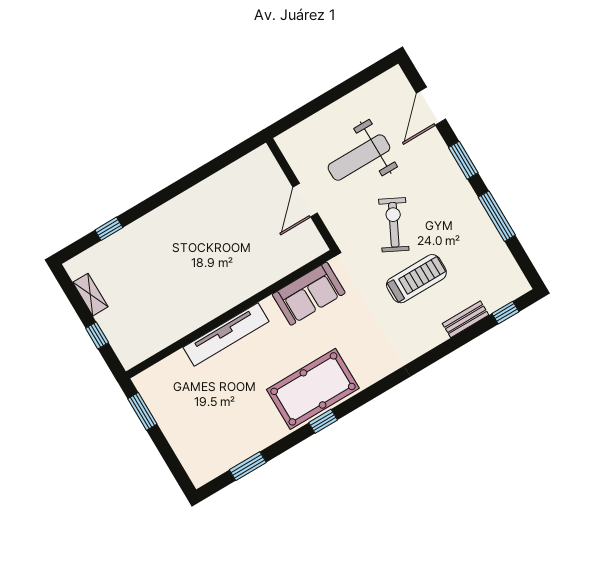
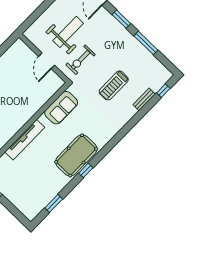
weight bench: (359, 158) -> (68, 32), turned 180
exercise bike: (394, 225) -> (81, 60), moved, turned -117
treadmill: (416, 279) -> (114, 85), turned 180

